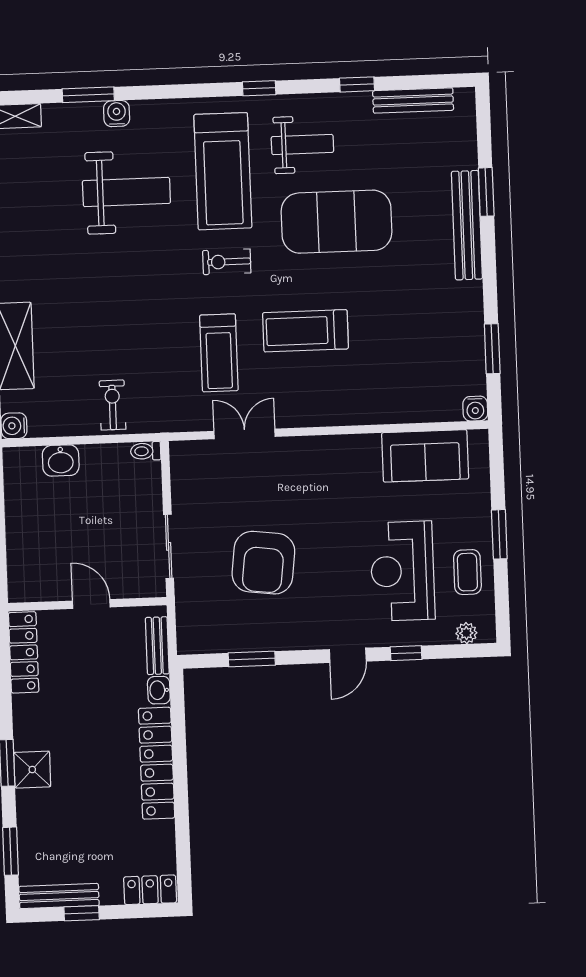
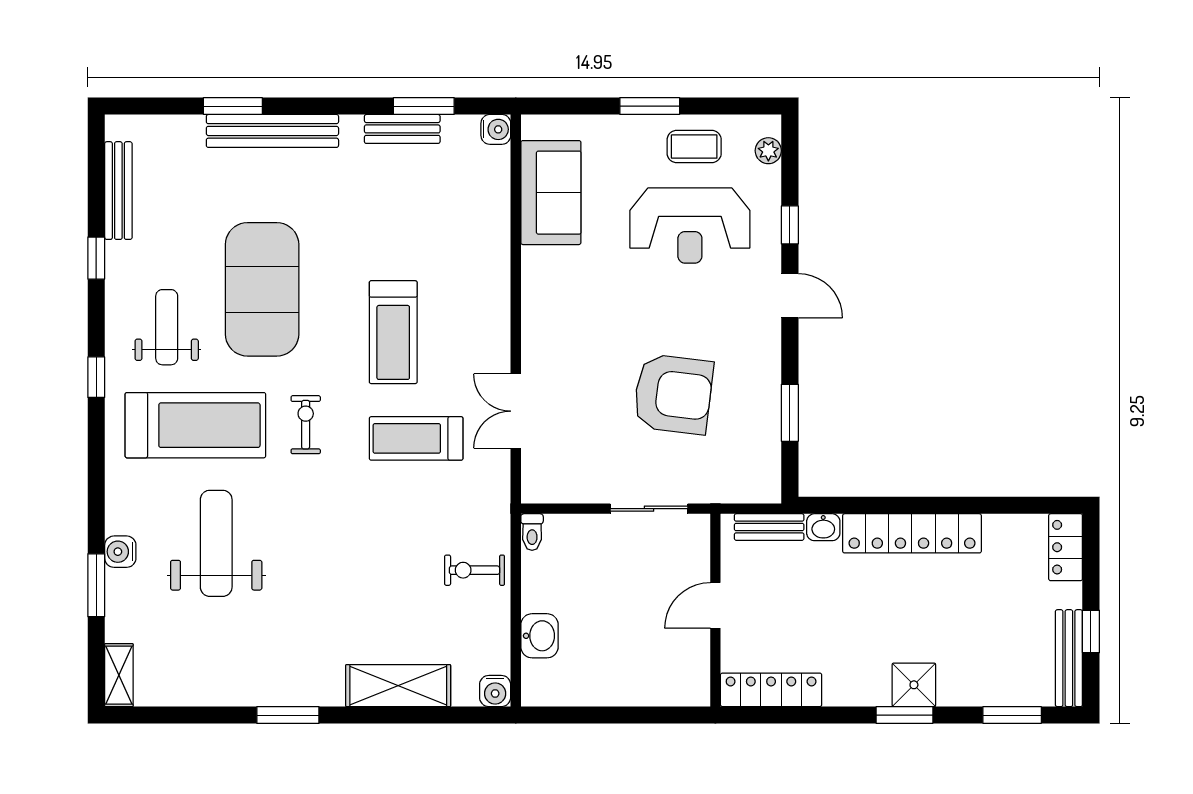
exercise bike: (227, 262) -> (306, 425), turned 180
bench: (473, 332) -> (402, 129), added
treadmill: (219, 353) -> (416, 438), turned 180

